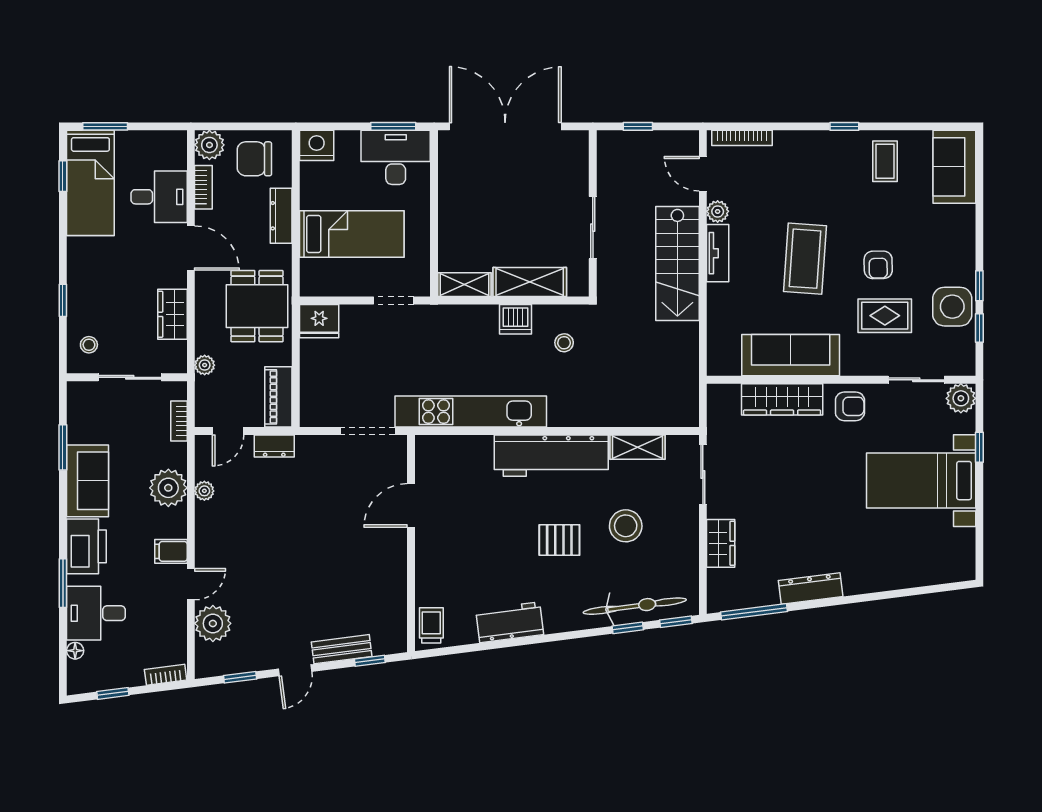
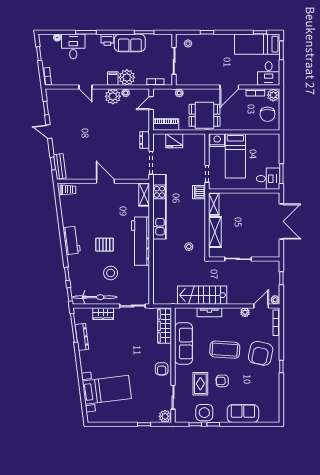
double door: (505, 126) -> (281, 221), width x0.73
plant: (688, 141) -> (275, 300), added
nightstand: (317, 145) -> (217, 140), moved, turned -90
desk: (396, 157) -> (268, 179), width x0.73
chair: (254, 159) -> (268, 114), turned 180
coffee table: (885, 161) -> (266, 384), removed
sofa: (954, 167) -> (243, 414), moved
armchair: (814, 175) -> (261, 353), added
desk: (159, 197) -> (269, 73), moved
dresser: (281, 216) -> (243, 126), removed
tv unit: (718, 253) -> (209, 312), moved
stairs: (677, 264) -> (202, 295), moved
wardrobe: (173, 314) -> (201, 79), removed
dishwasher: (515, 319) -> (199, 192), moved
fridge: (319, 321) -> (174, 141), moved, turned -90
wardrobe: (782, 399) -> (165, 326), moved
door: (228, 431) -> (151, 103), hinge flipped
dresser: (274, 446) -> (145, 140), moved
shelving: (637, 447) -> (144, 194), moved
bed with nightstands: (921, 481) -> (107, 390), moved, turned 83
door: (411, 505) -> (105, 181), moved
pallet: (559, 540) -> (105, 245), turned 90
printer: (86, 546) -> (107, 40), width x0.53, depth x0.68
filing cabinet: (171, 551) -> (113, 79), moved
dresser: (811, 588) -> (82, 337), moved
bicycle: (635, 606) -> (95, 297), moved, turned -83
workbench: (510, 622) -> (72, 240), moved
plant: (213, 623) -> (113, 96), moved
bench: (342, 649) -> (60, 166), moved

